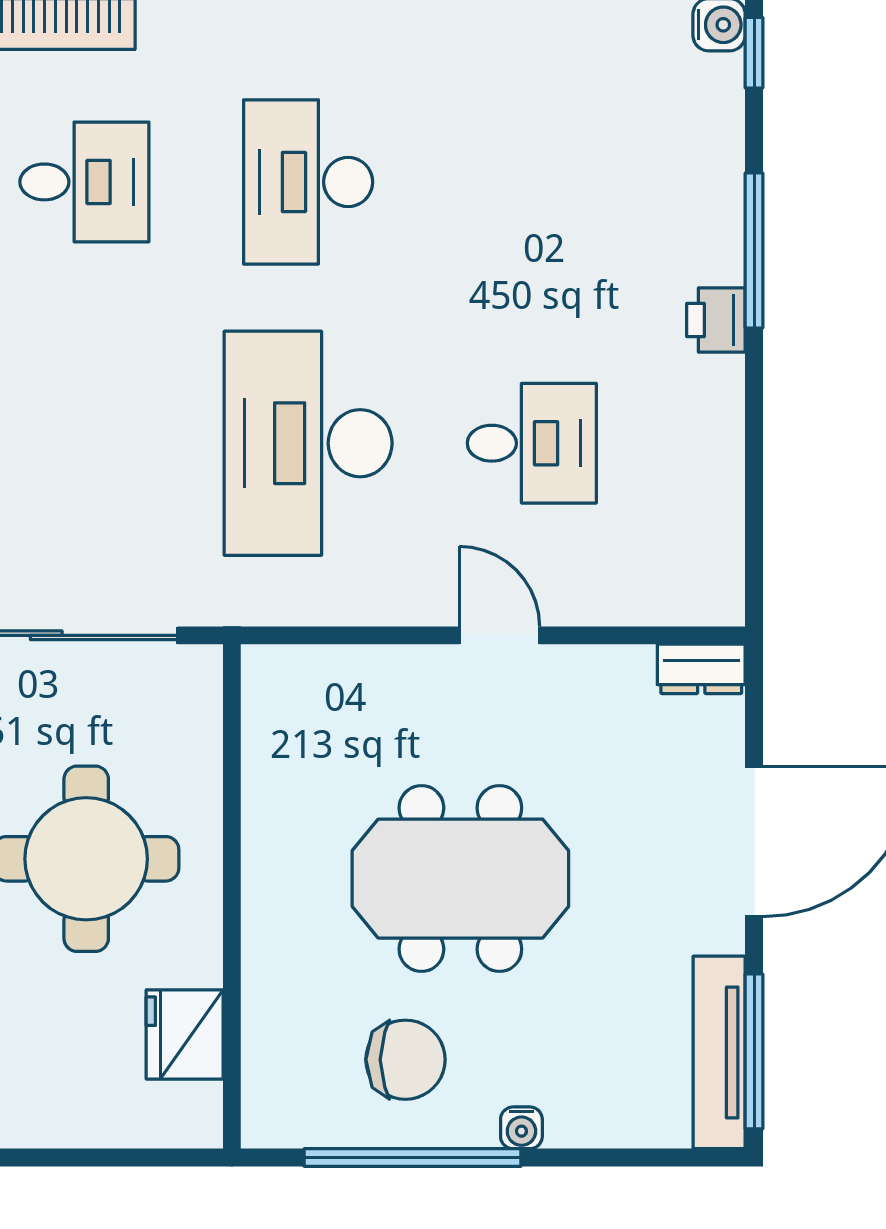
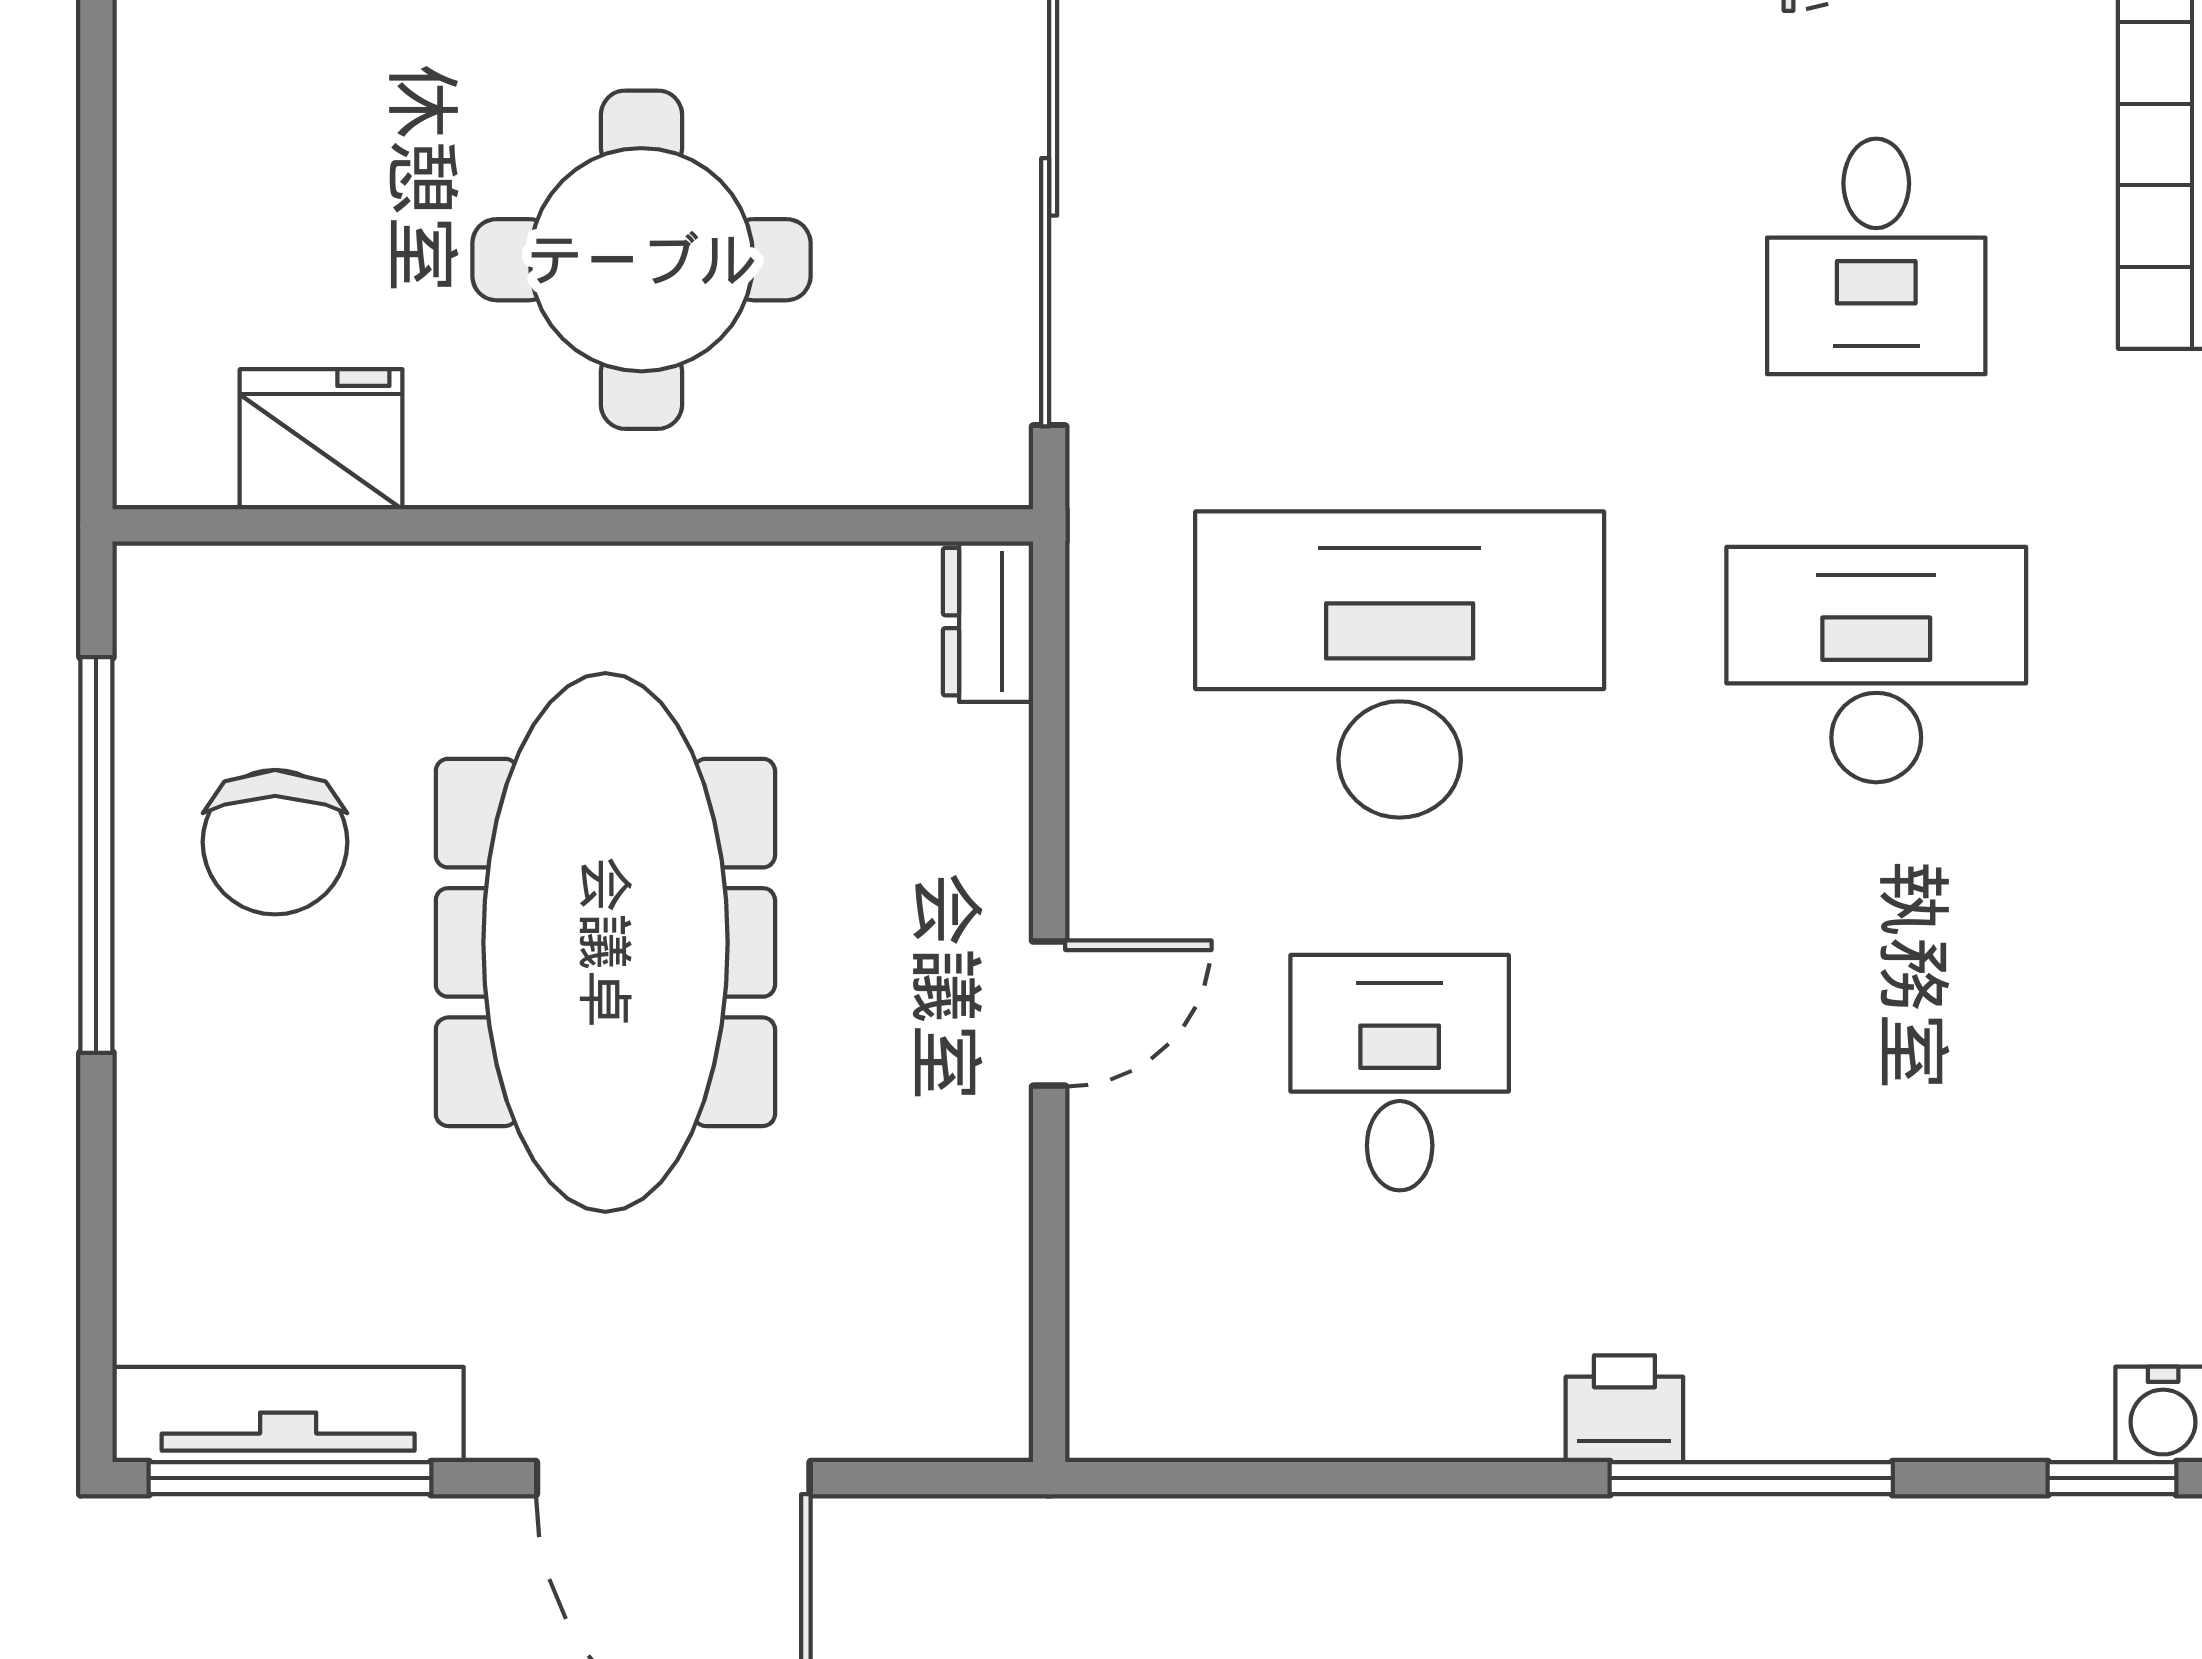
desk: (532, 443) -> (1400, 1073), turned 180
dresser: (701, 669) -> (988, 622), moved
meeting table: (460, 879) -> (605, 942), width x1.36
water cooler: (521, 1128) -> (151, 1054), removed

